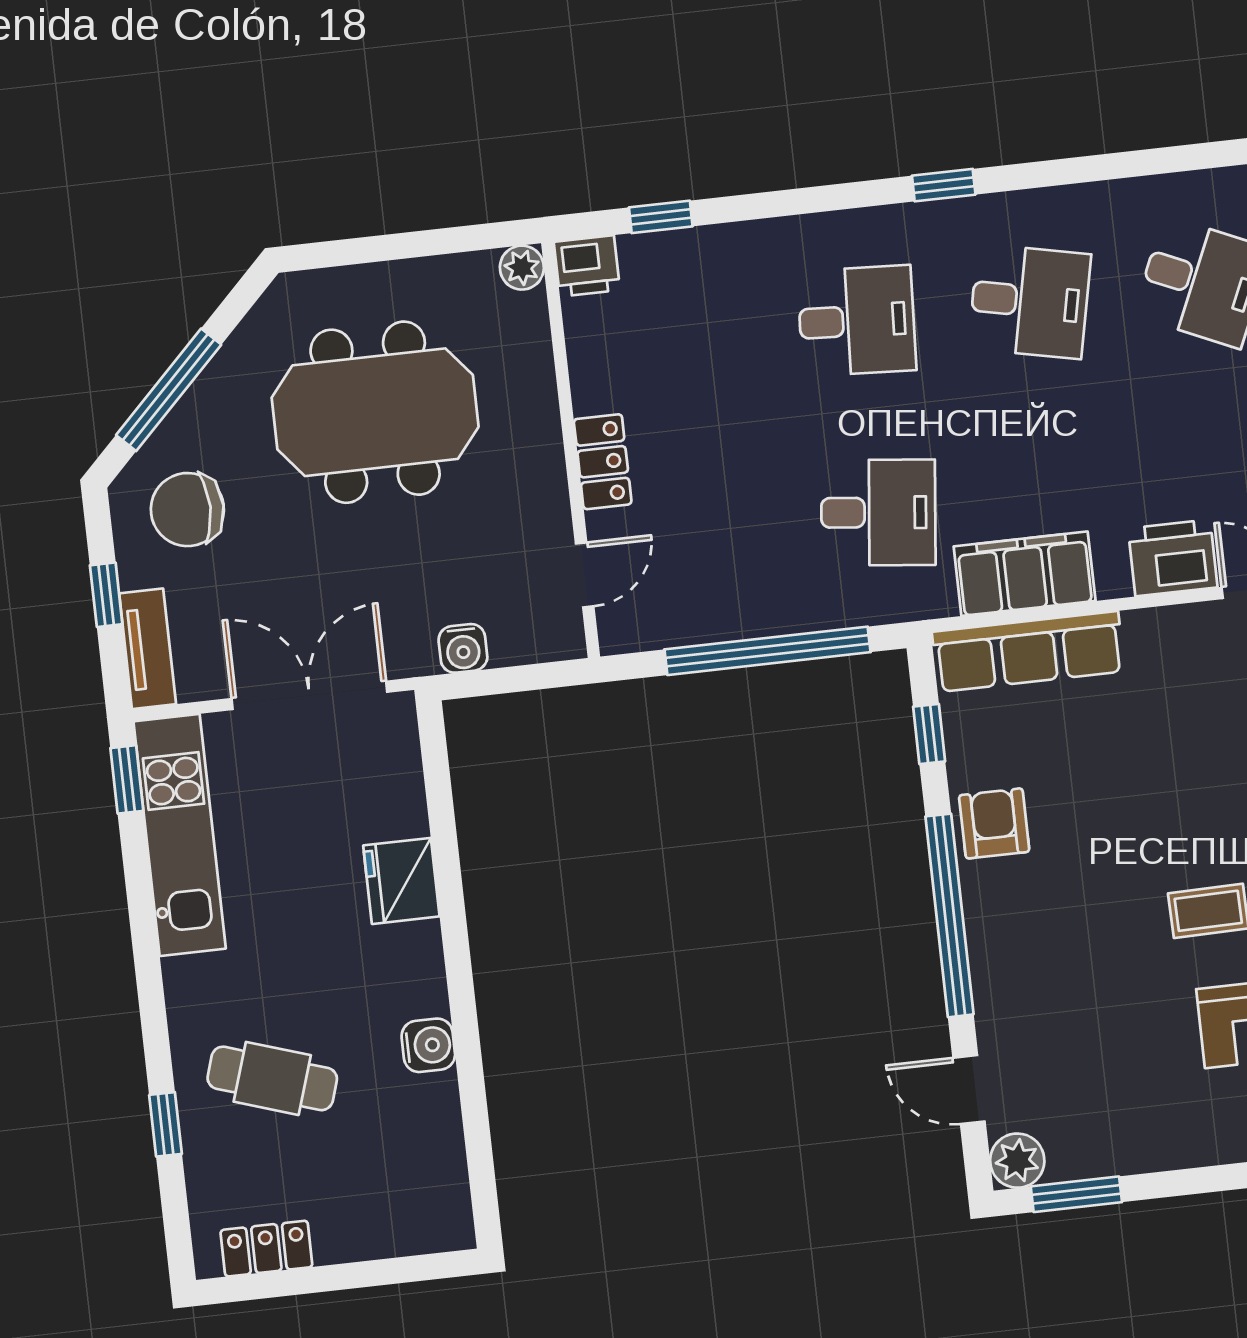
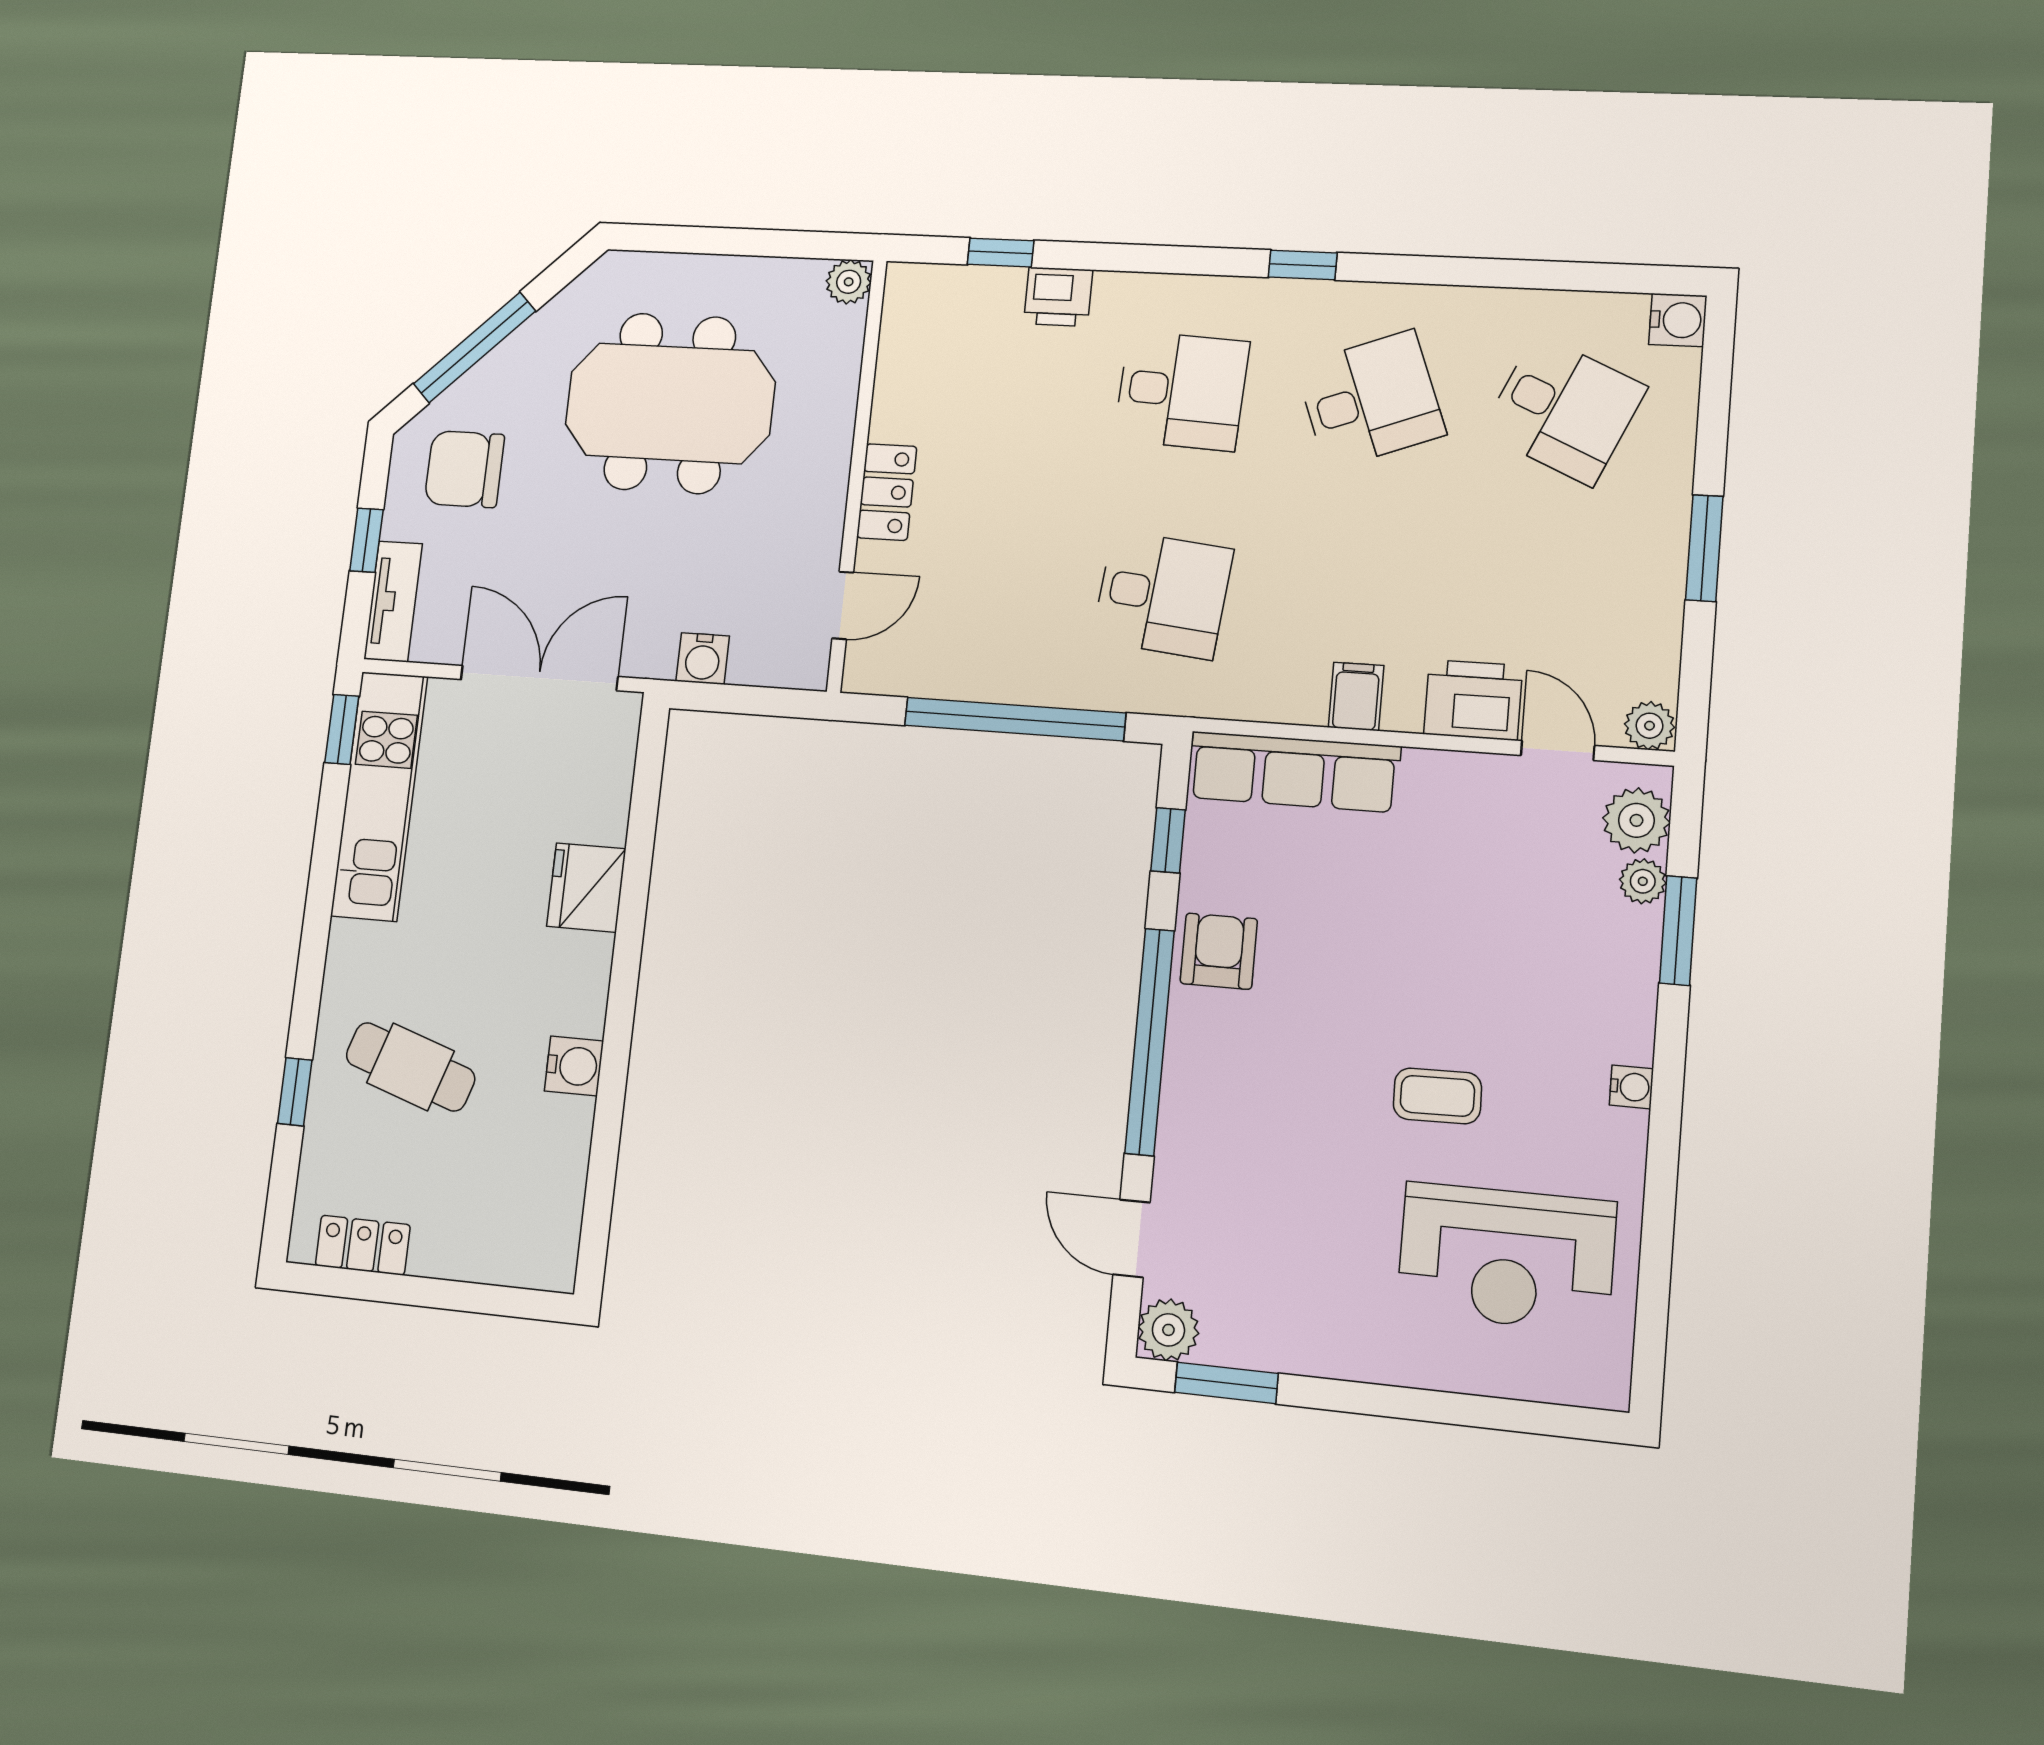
printer: (587, 266) -> (1058, 297), moved
desk: (1030, 301) -> (1370, 400), turned -33
filing cabinet: (1025, 574) -> (1356, 696), width x0.33, depth x0.86

